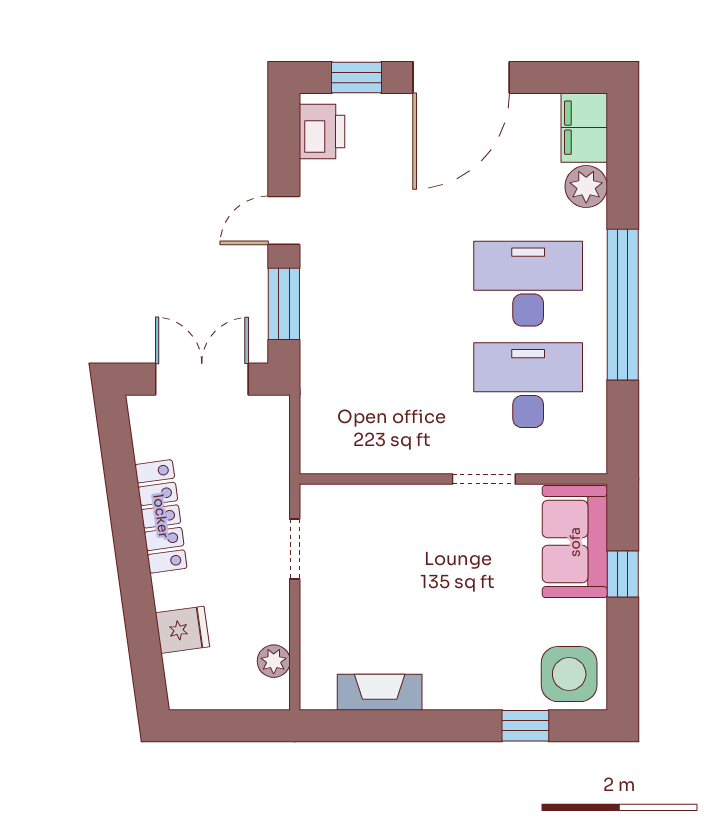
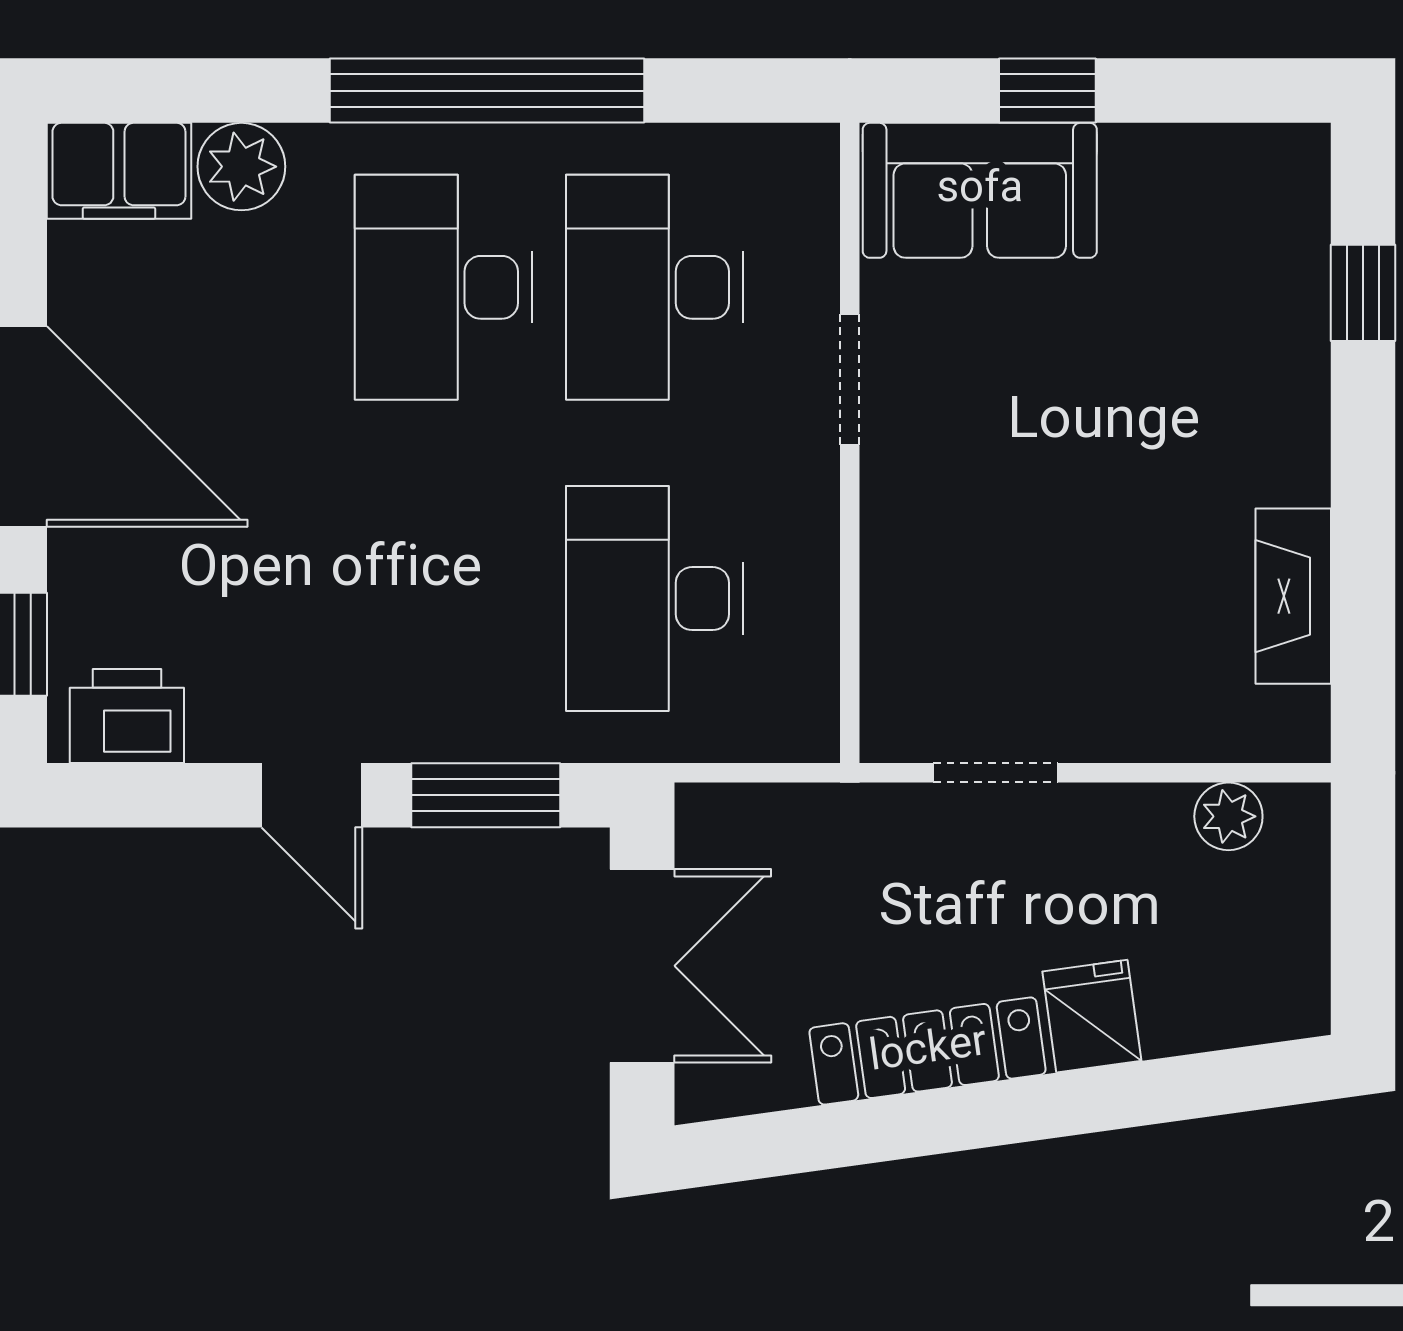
double door: (202, 379) -> (642, 966), swing flipped
desk: (378, 385) -> (655, 599), added
fridge: (182, 630) -> (1092, 1016), moved
side table: (569, 674) -> (1255, 202), removed

